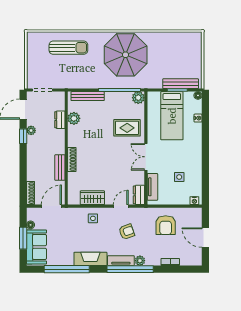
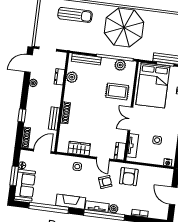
plant: (138, 98) -> (120, 65), moved
bed: (172, 116) -> (153, 85), width x1.50
window: (23, 136) -> (22, 115), moved
door: (121, 206) -> (103, 159), swing flipped
armchair: (166, 225) -> (129, 177), moved

